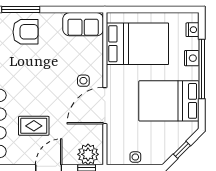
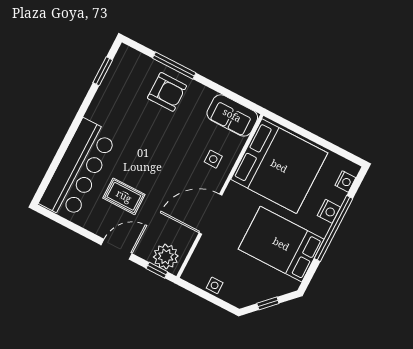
bed: (137, 44) -> (279, 166), width x1.36
side table: (83, 81) -> (213, 159), moved

